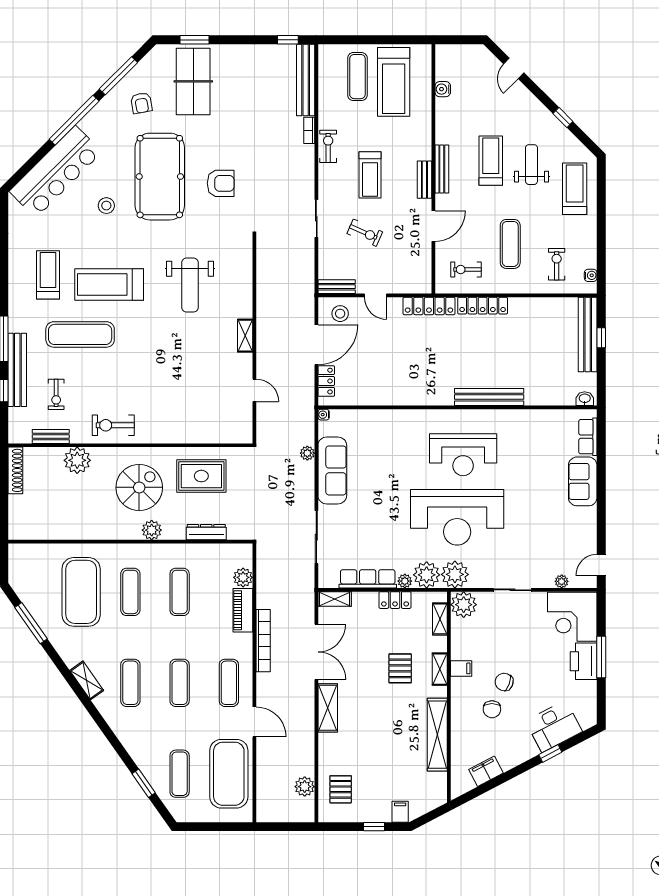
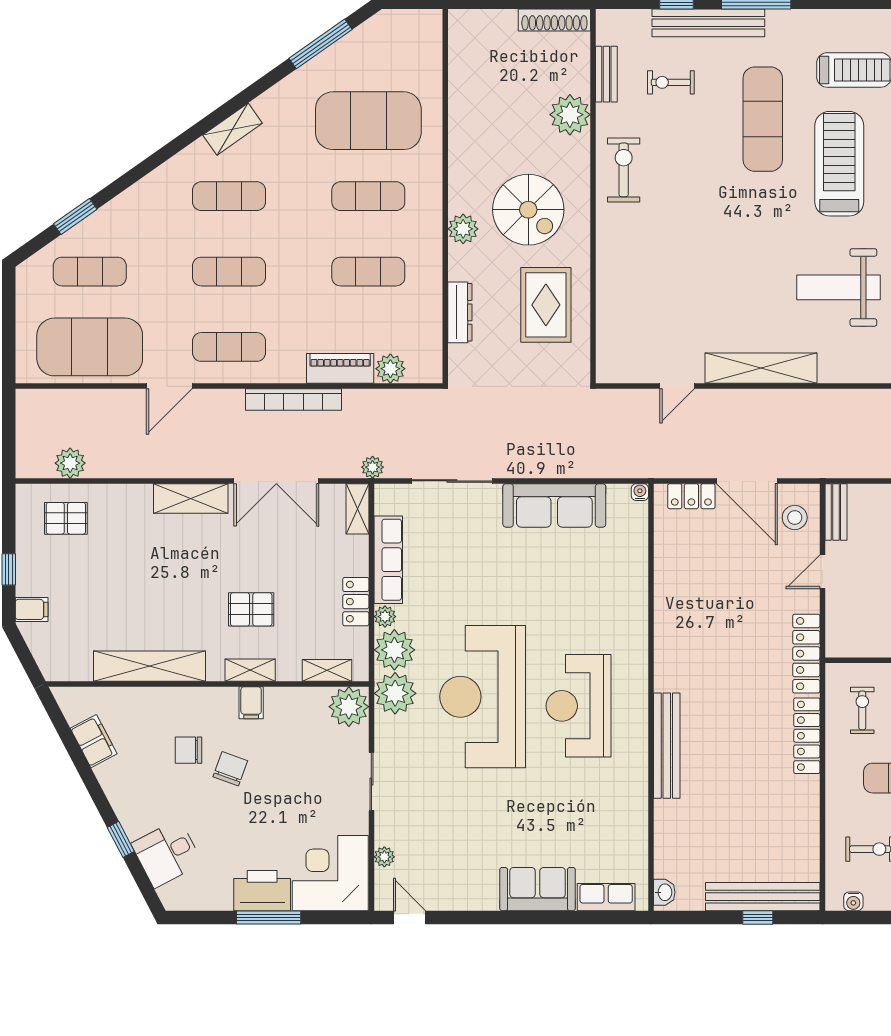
shelving: (245, 336) -> (761, 368), width x2.20, depth x1.33
plant: (307, 453) -> (373, 467), moved
desk: (554, 726) -> (167, 853), width x0.73

